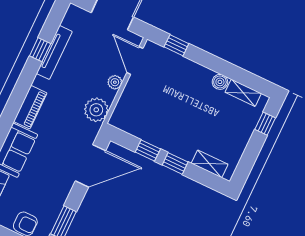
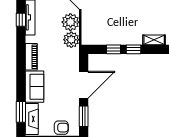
plant: (115, 82) -> (70, 22), width x1.87, depth x1.87
door: (91, 166) -> (84, 85), moved

